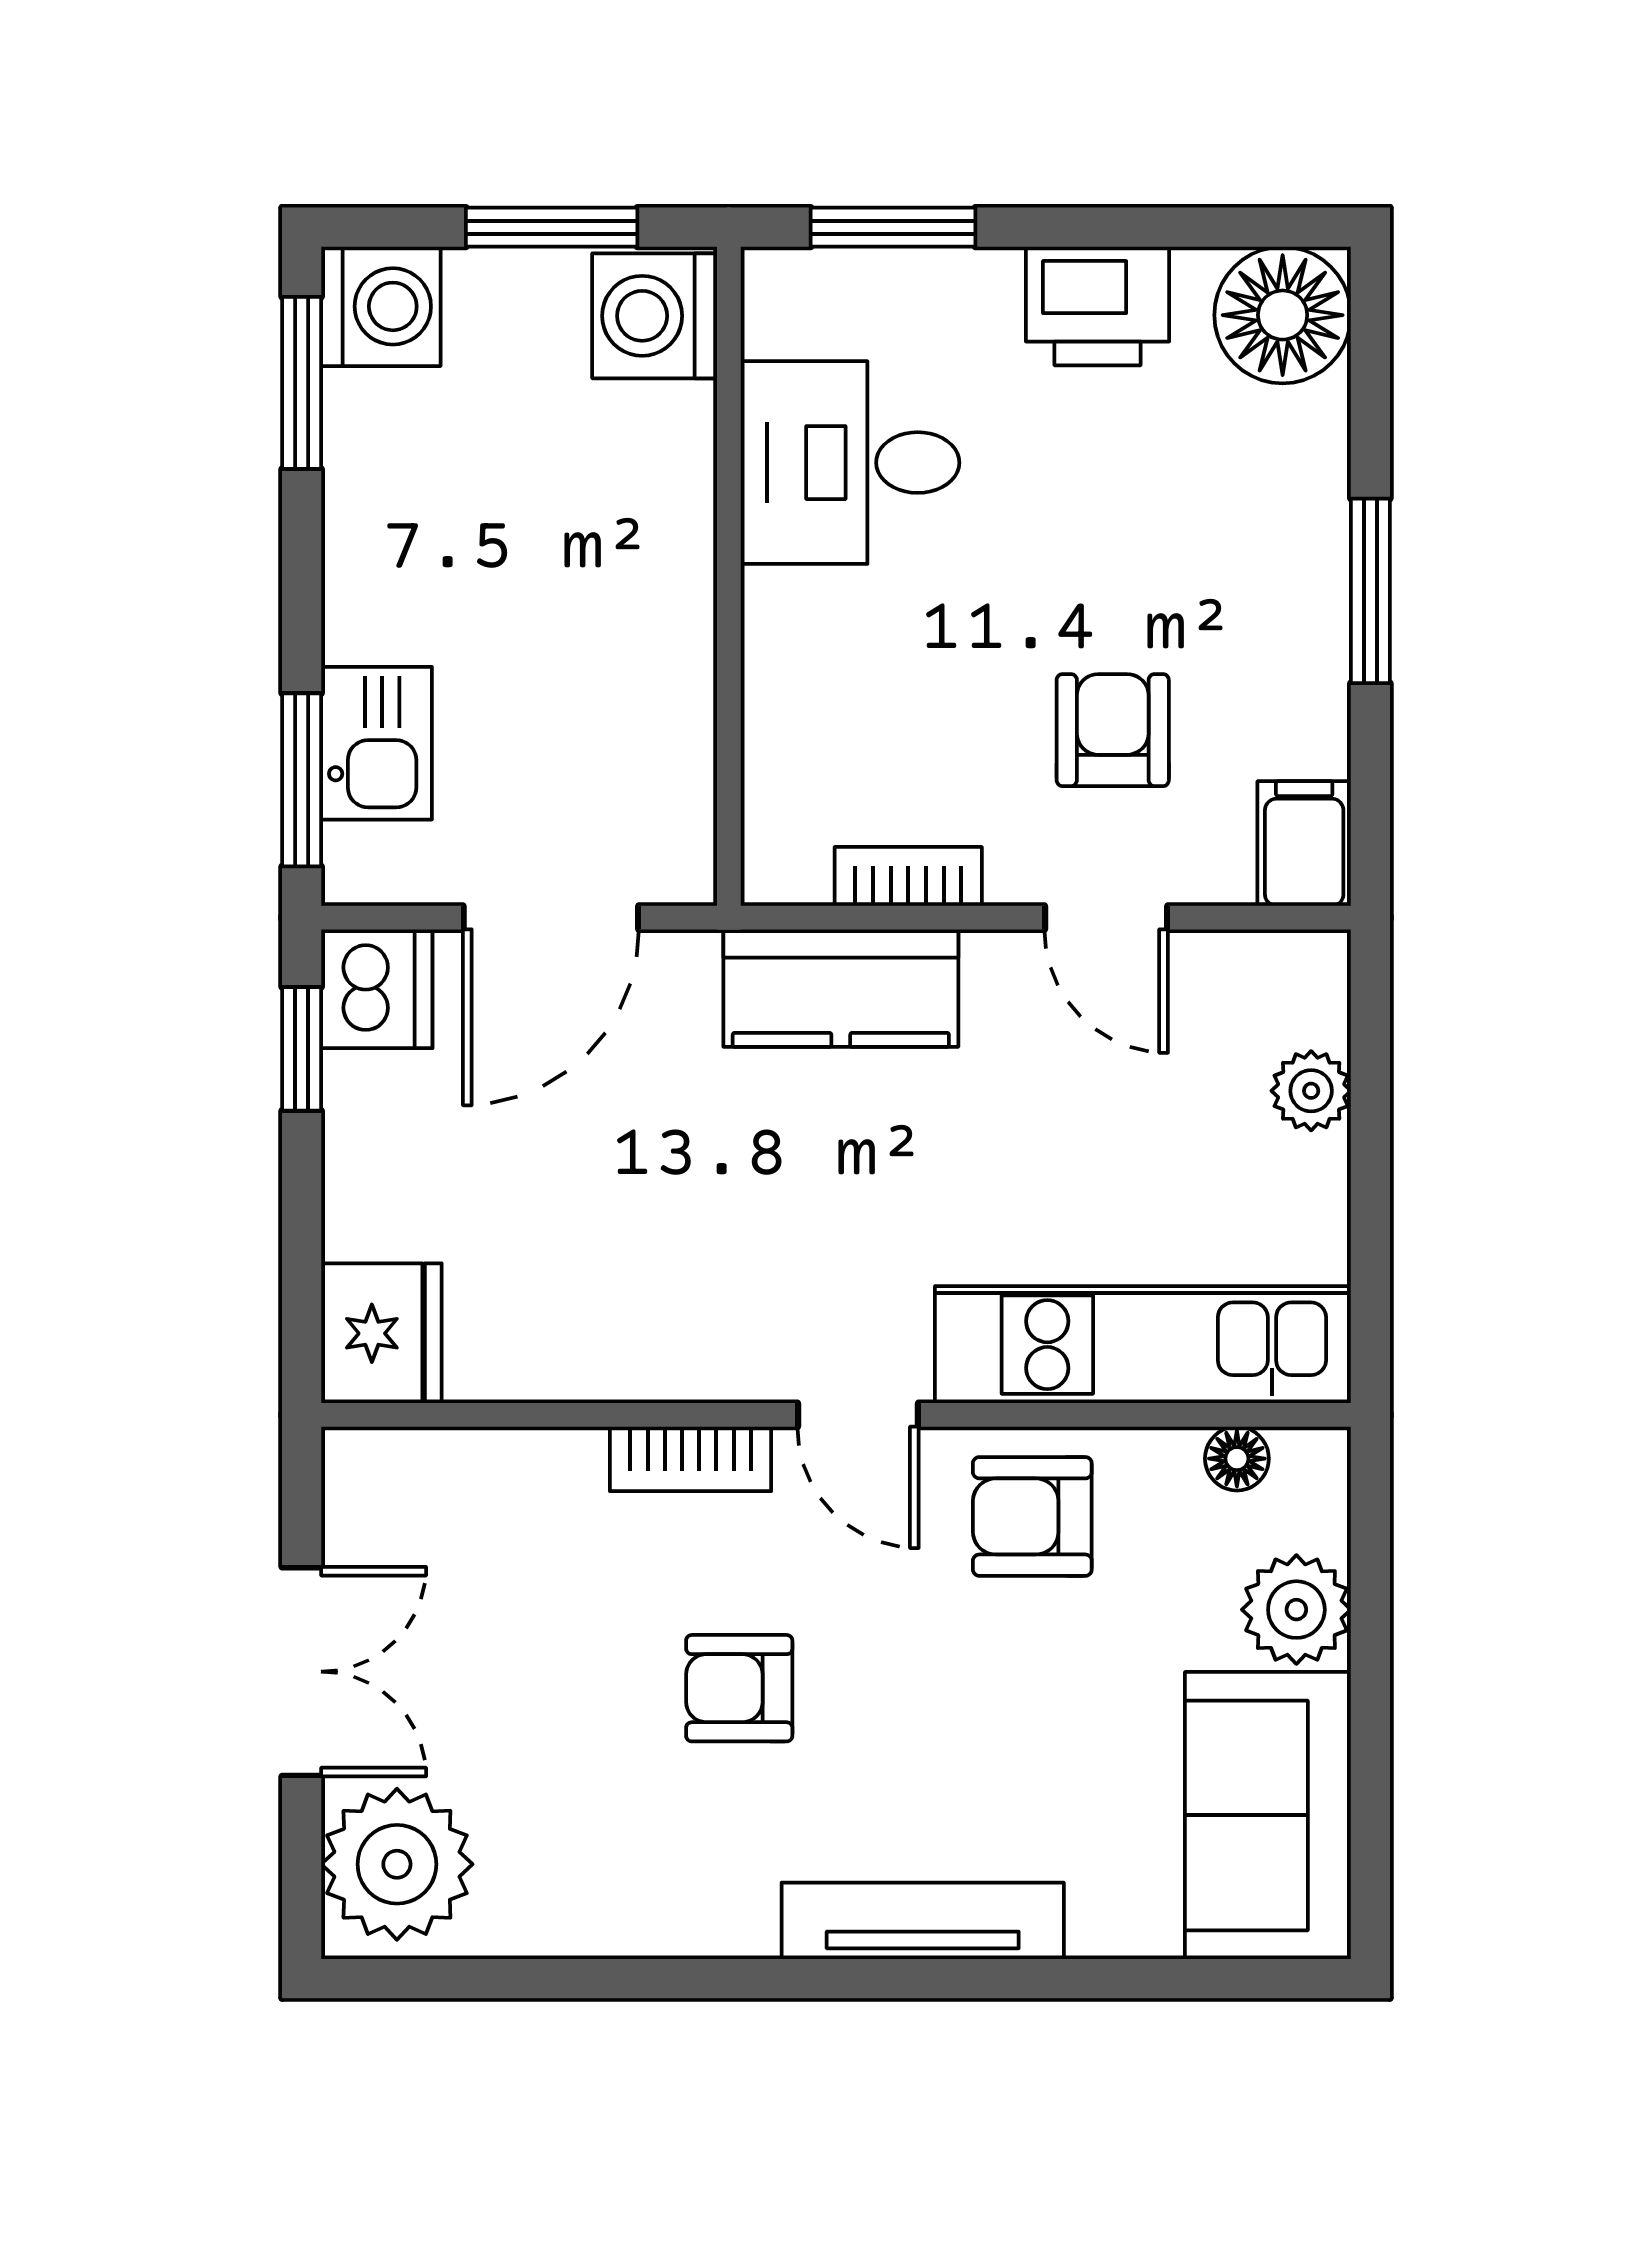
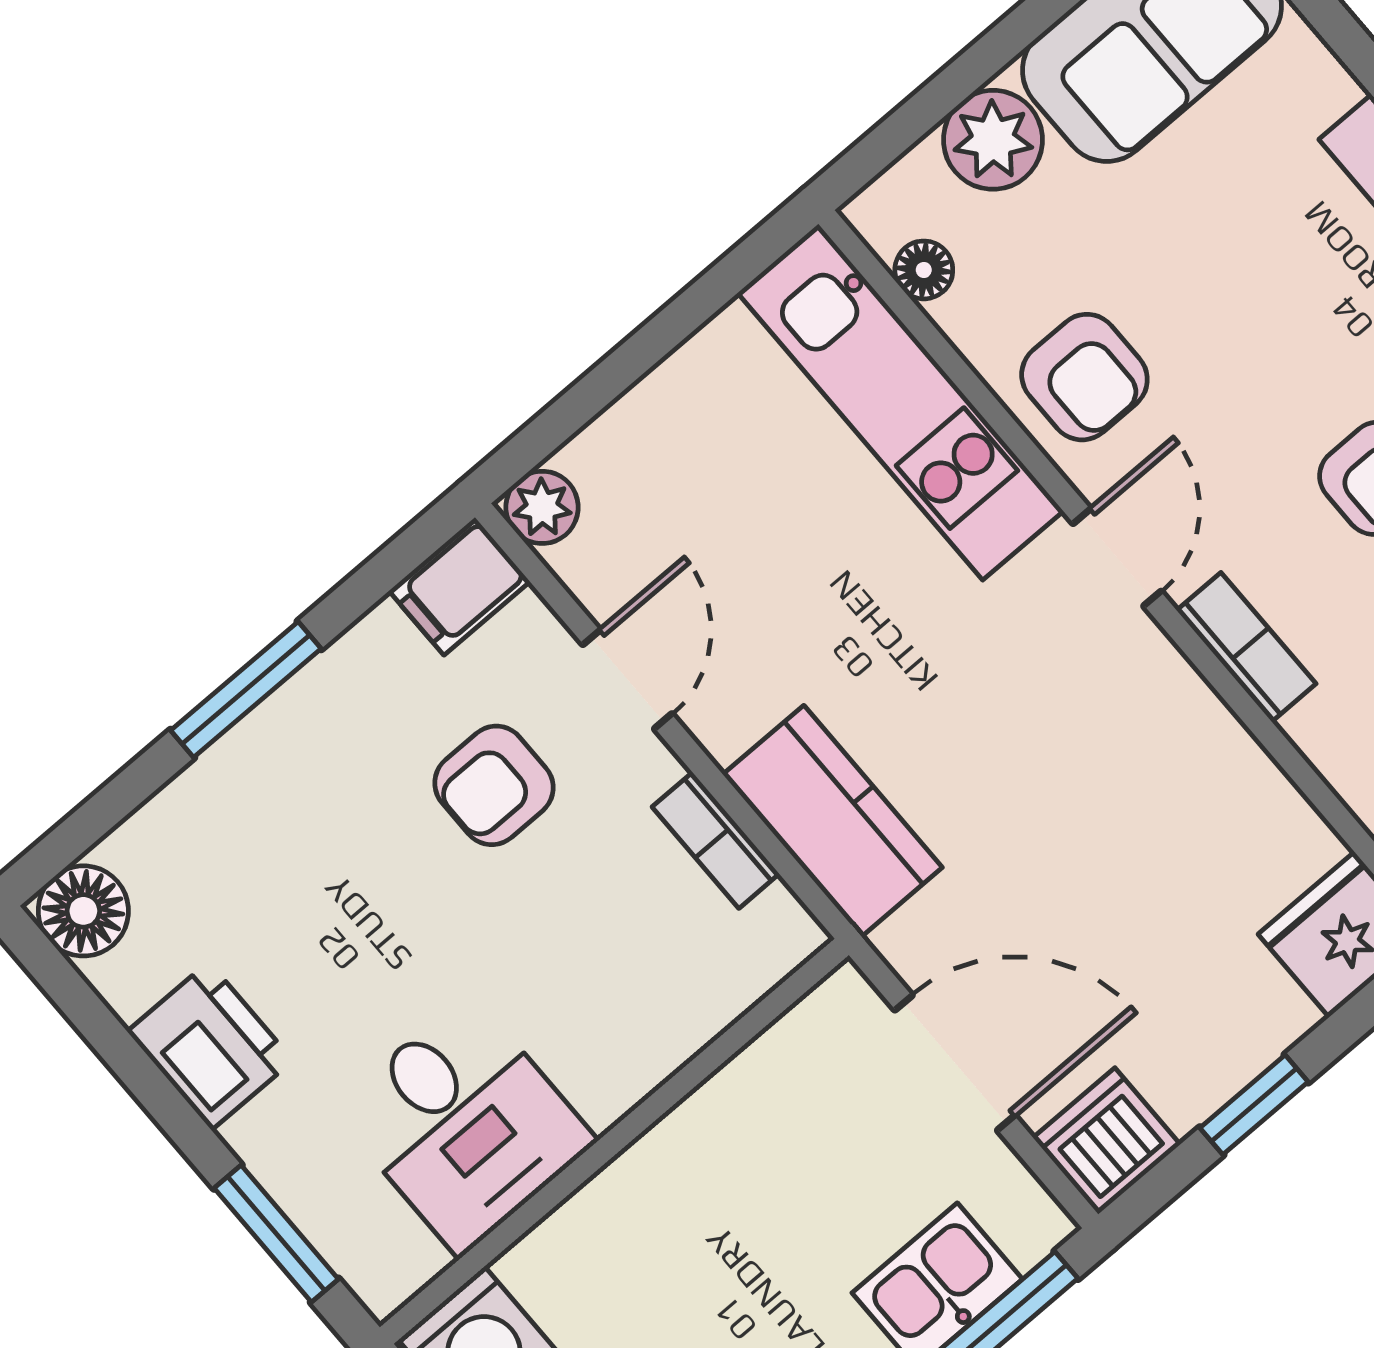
floor lamp: (1283, 315) -> (83, 911), width x0.73, depth x0.73
window: (302, 1049) -> (1254, 1105), moved
plant: (1311, 1091) -> (542, 507), moved

